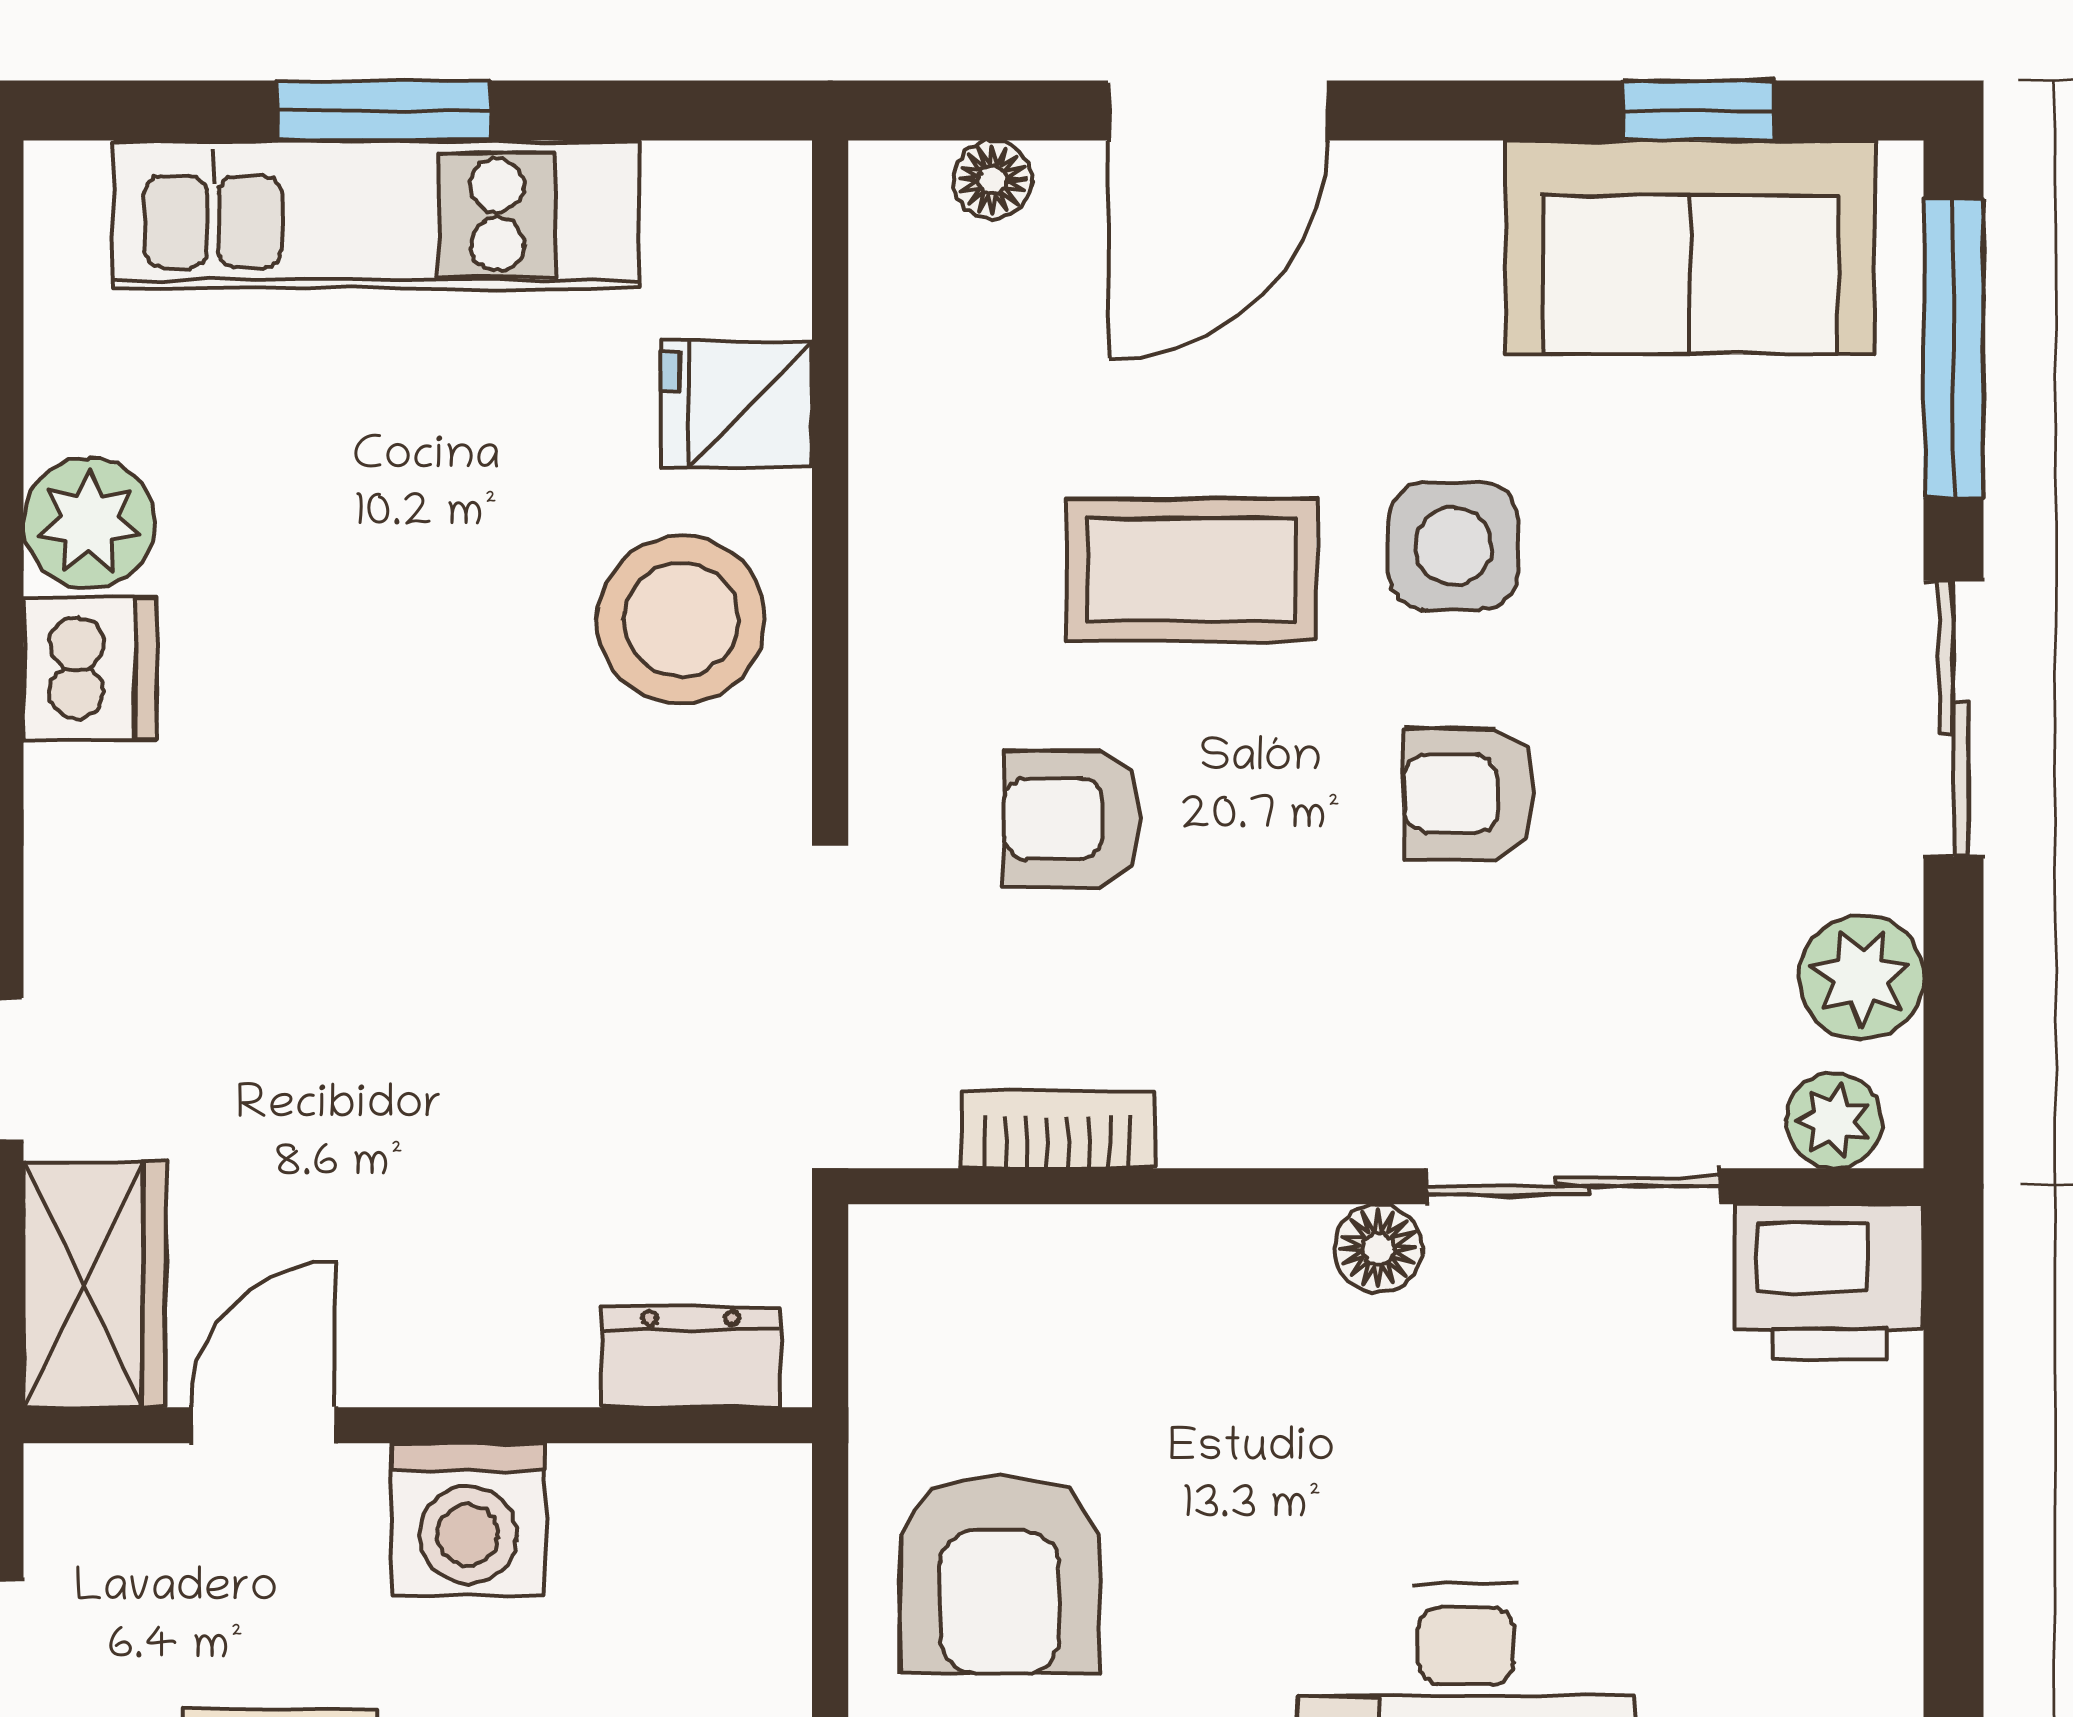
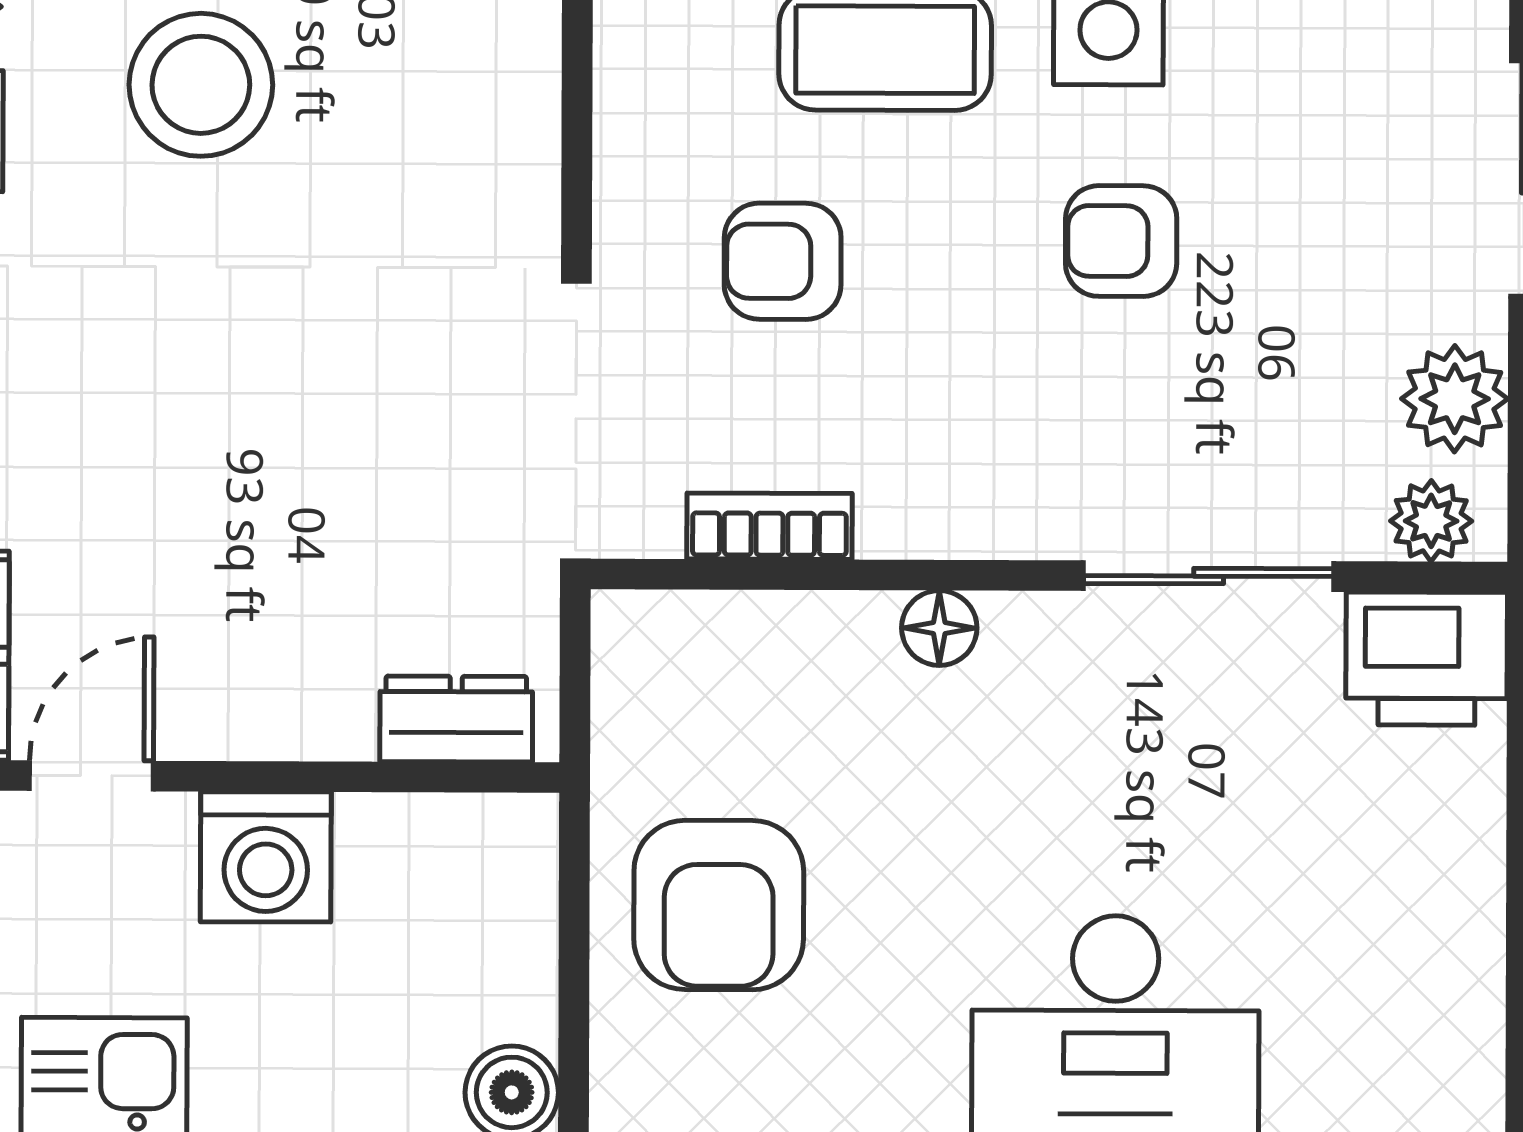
stool: (681, 620) -> (201, 85), moved
floor lamp: (1378, 1248) -> (939, 628), moved

